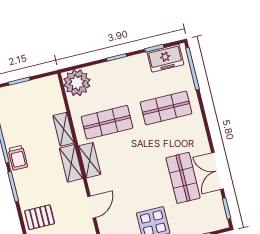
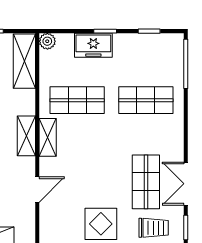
freezer: (165, 58) -> (93, 45), moved
plant: (77, 83) -> (47, 41), width x0.53, depth x0.53
shelving: (64, 129) -> (24, 61), moved, width x1.50, depth x1.33
trolley: (199, 215) -> (154, 228), added

